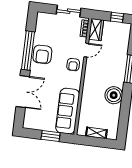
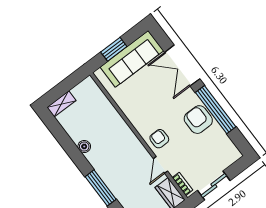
boiler: (114, 95) -> (84, 147), width x0.54, depth x0.54
sofa: (68, 111) -> (132, 59), moved, turned 90
shelving: (96, 133) -> (61, 104), moved

